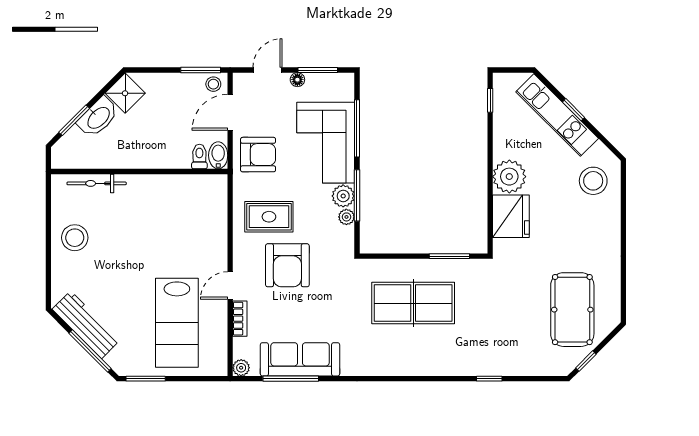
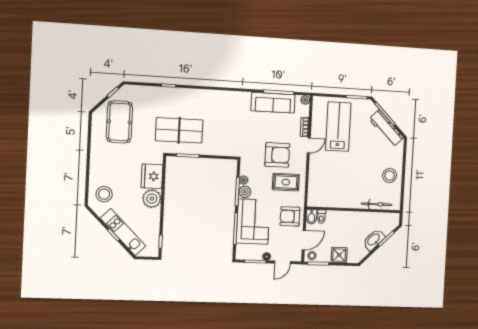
shower: (125, 93) -> (339, 255), moved, turned 45
armchair: (287, 265) -> (277, 155), turned 90
table tennis table: (413, 303) -> (179, 130), moved

